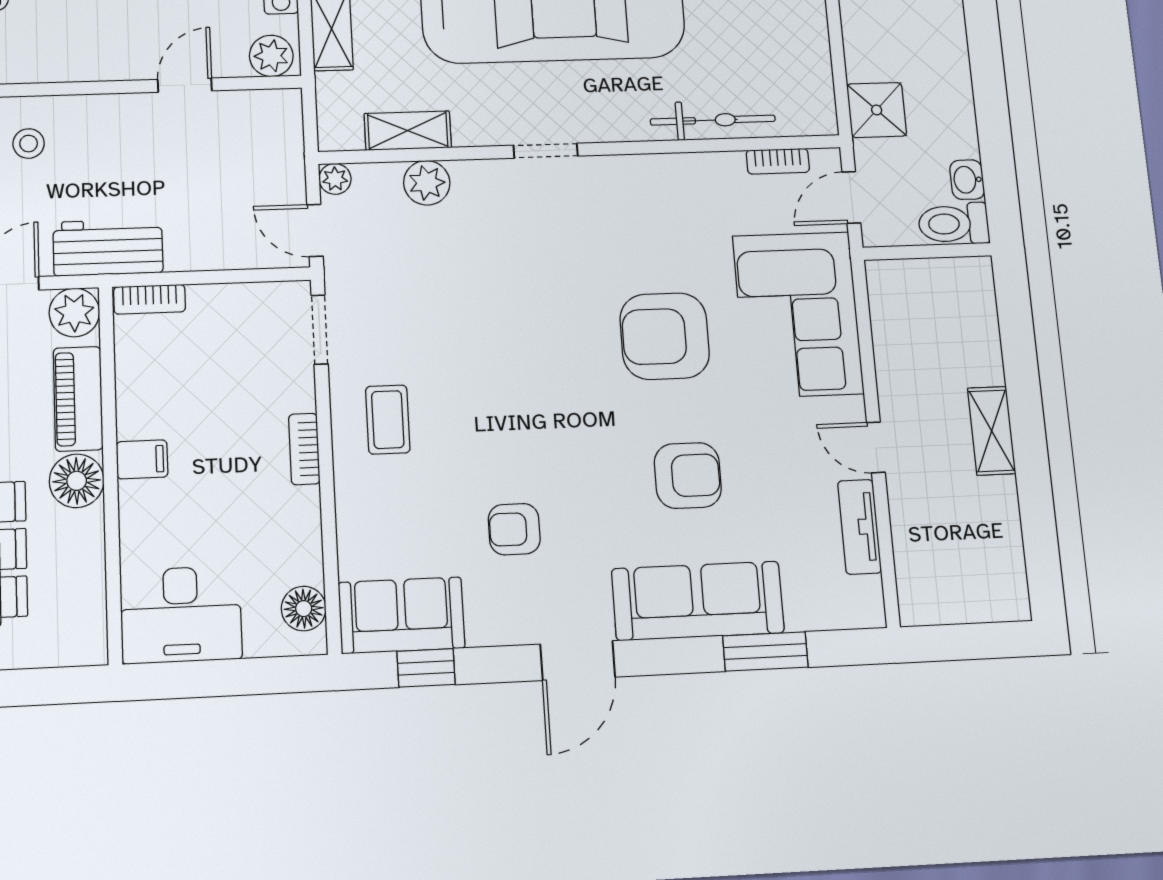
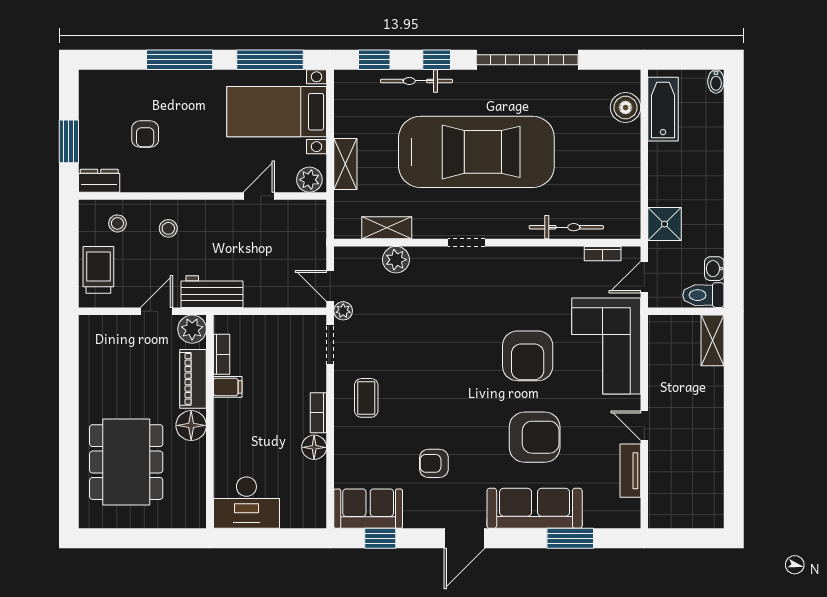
plant: (335, 179) -> (343, 311), moved
bookcase: (150, 299) -> (222, 354), moved, turned -90
armchair: (665, 336) -> (528, 356), turned -90
shelving: (992, 431) -> (713, 340), moved
filing cabinet: (142, 459) -> (228, 387), moved
armchair: (688, 476) -> (535, 437), width x1.36, depth x1.36
floor lamp: (304, 609) -> (314, 447), moved

